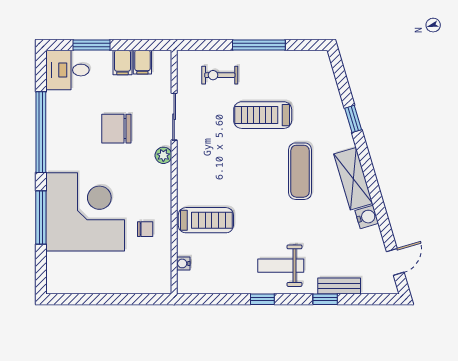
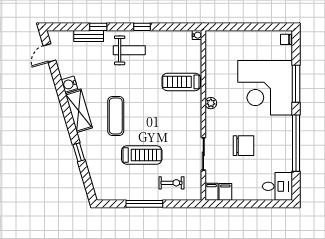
window: (92, 45) -> (261, 204), removed
filing cabinet: (123, 62) -> (211, 192), moved
plant: (163, 155) -> (211, 103), moved
chair: (145, 229) -> (286, 39), moved
water cooler: (183, 263) -> (197, 35), moved

